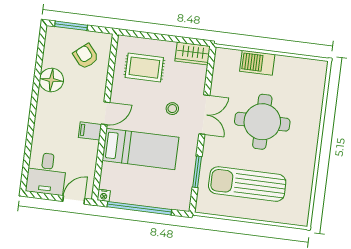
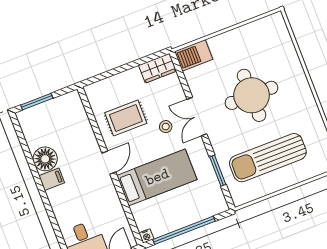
armchair: (86, 56) -> (64, 121), removed
barbecue: (257, 63) -> (194, 55), moved
rug: (144, 68) -> (126, 118), moved
double door: (204, 115) -> (197, 117), swing flipped
filing cabinet: (90, 131) -> (52, 179), moved, turned 180

